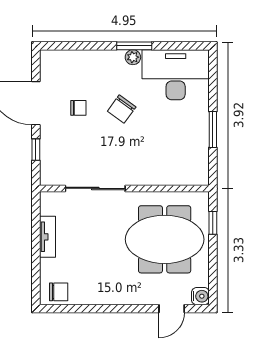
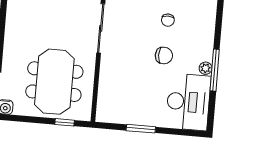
window: (134, 46) -> (215, 70), width x1.44
chair: (122, 109) -> (164, 55), turned 144

